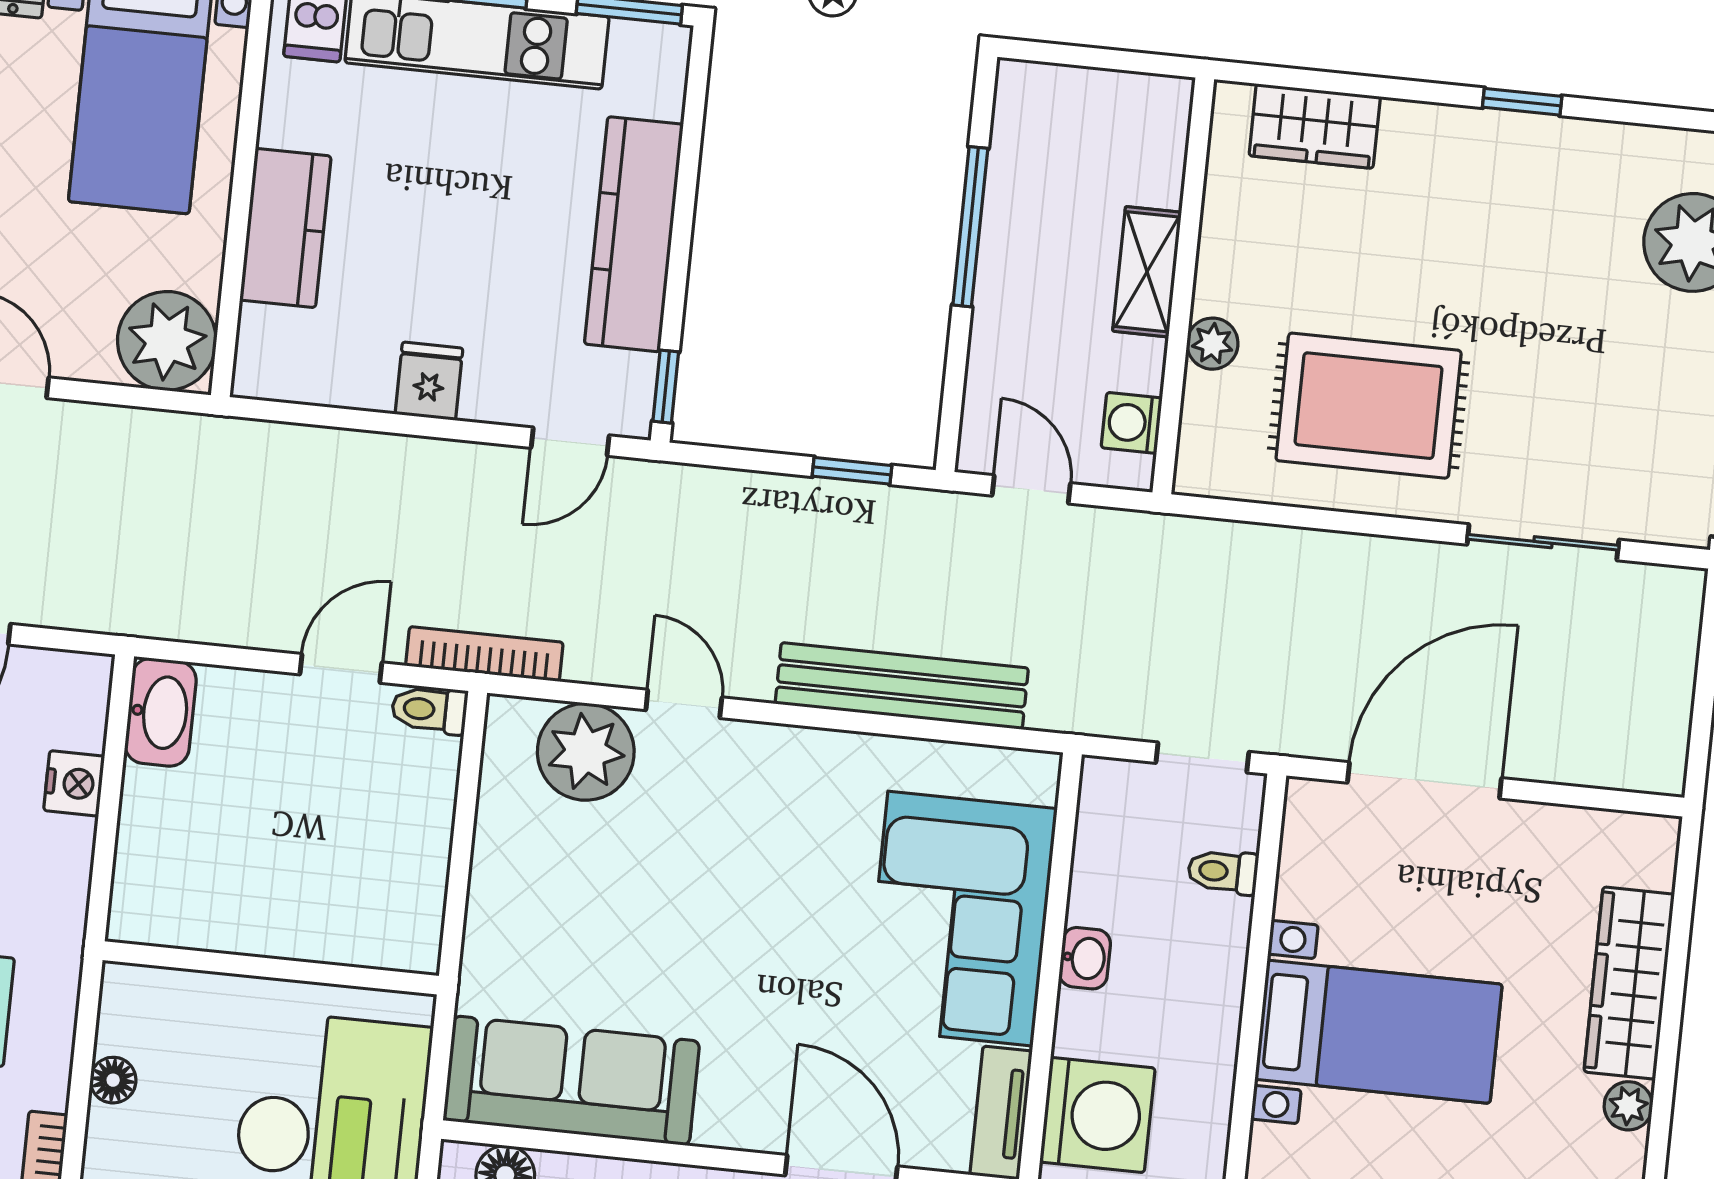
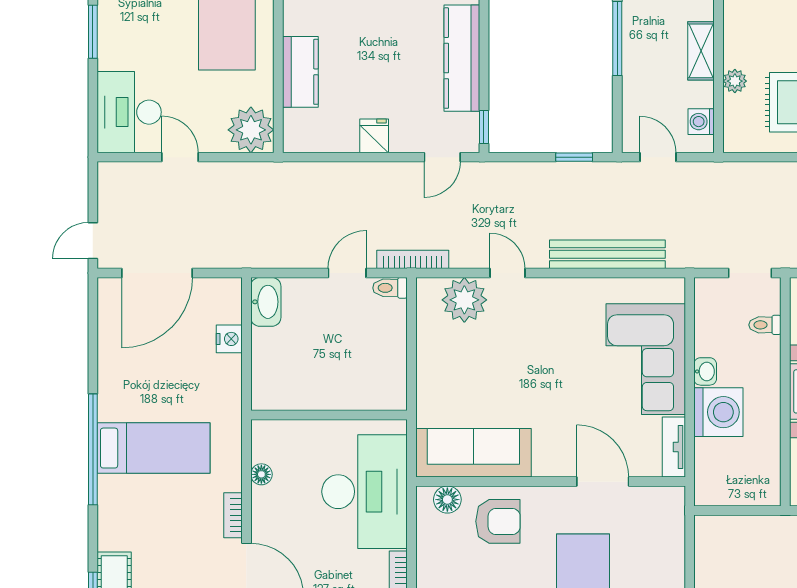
washing machine: (1097, 1115) -> (718, 412), moved

